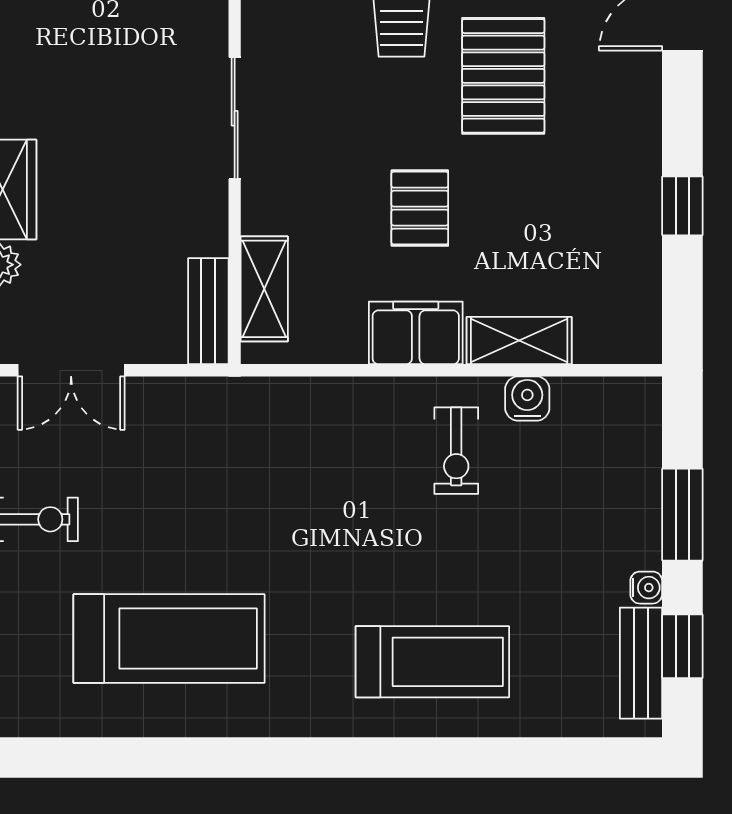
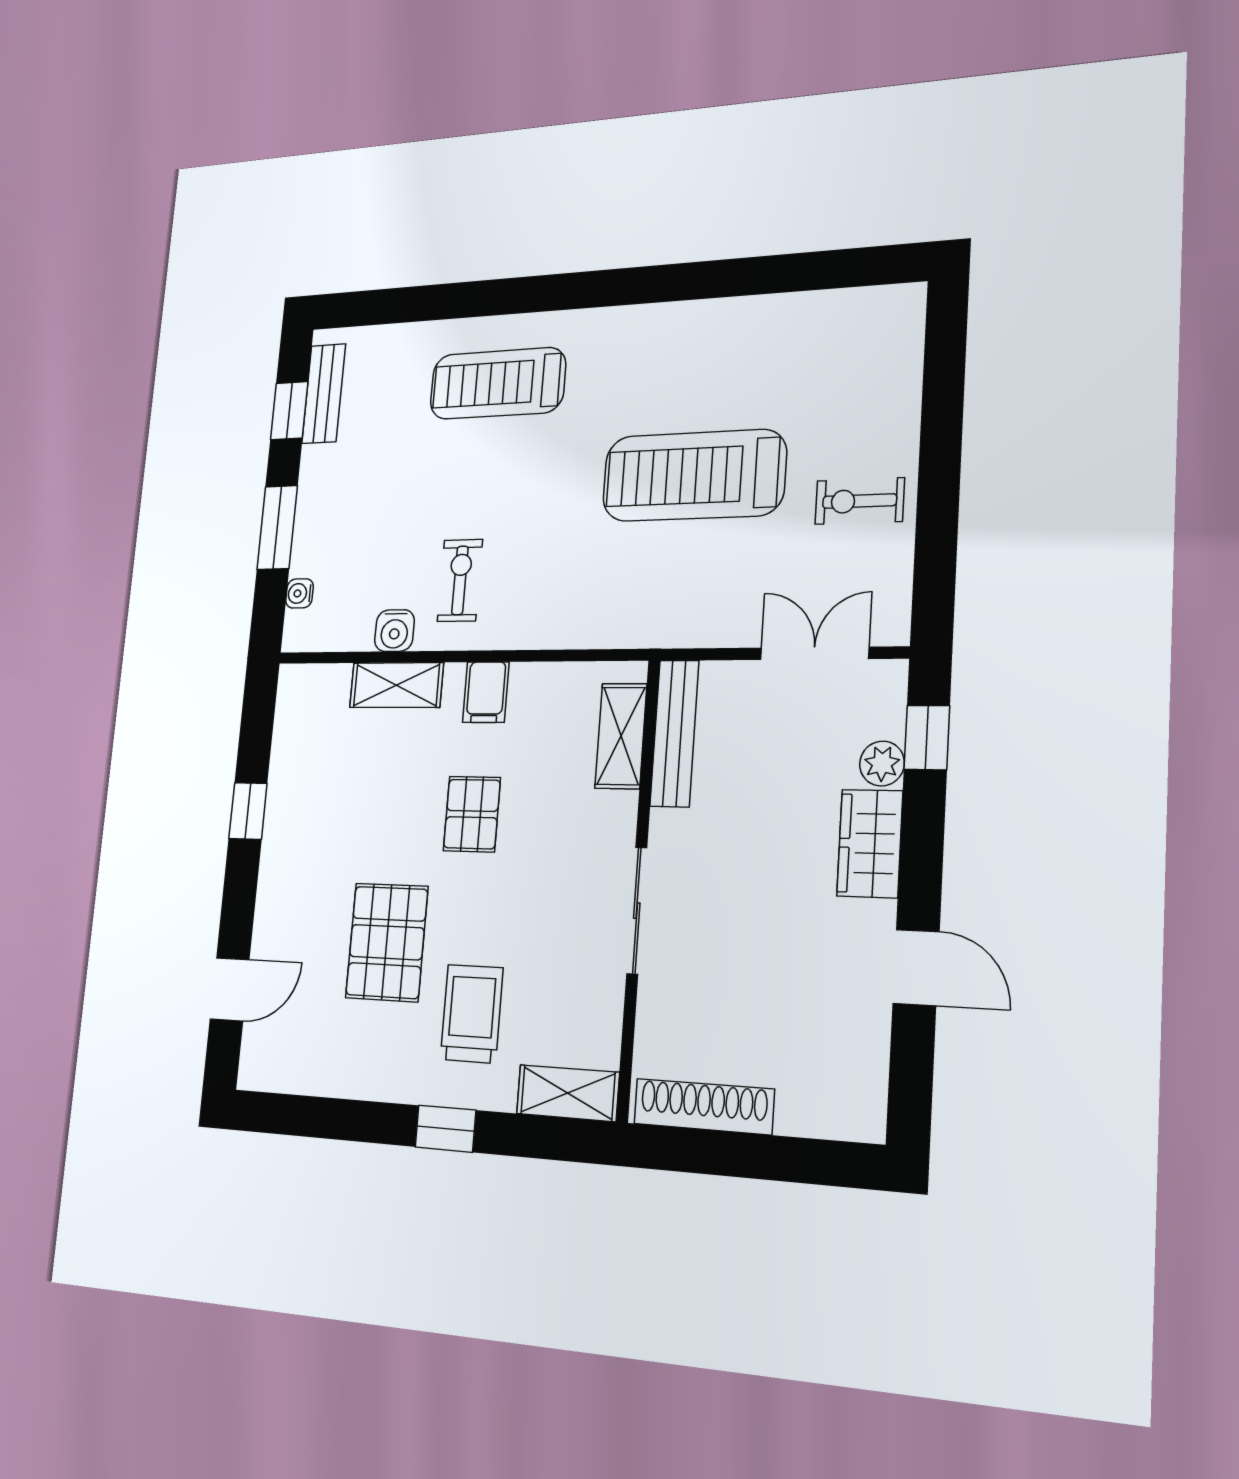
bench: (208, 311) -> (674, 733), width x1.36
filing cabinet: (416, 333) -> (486, 692), width x0.50
water cooler: (646, 588) -> (299, 593), moved
treadmill: (169, 639) -> (694, 476), moved

